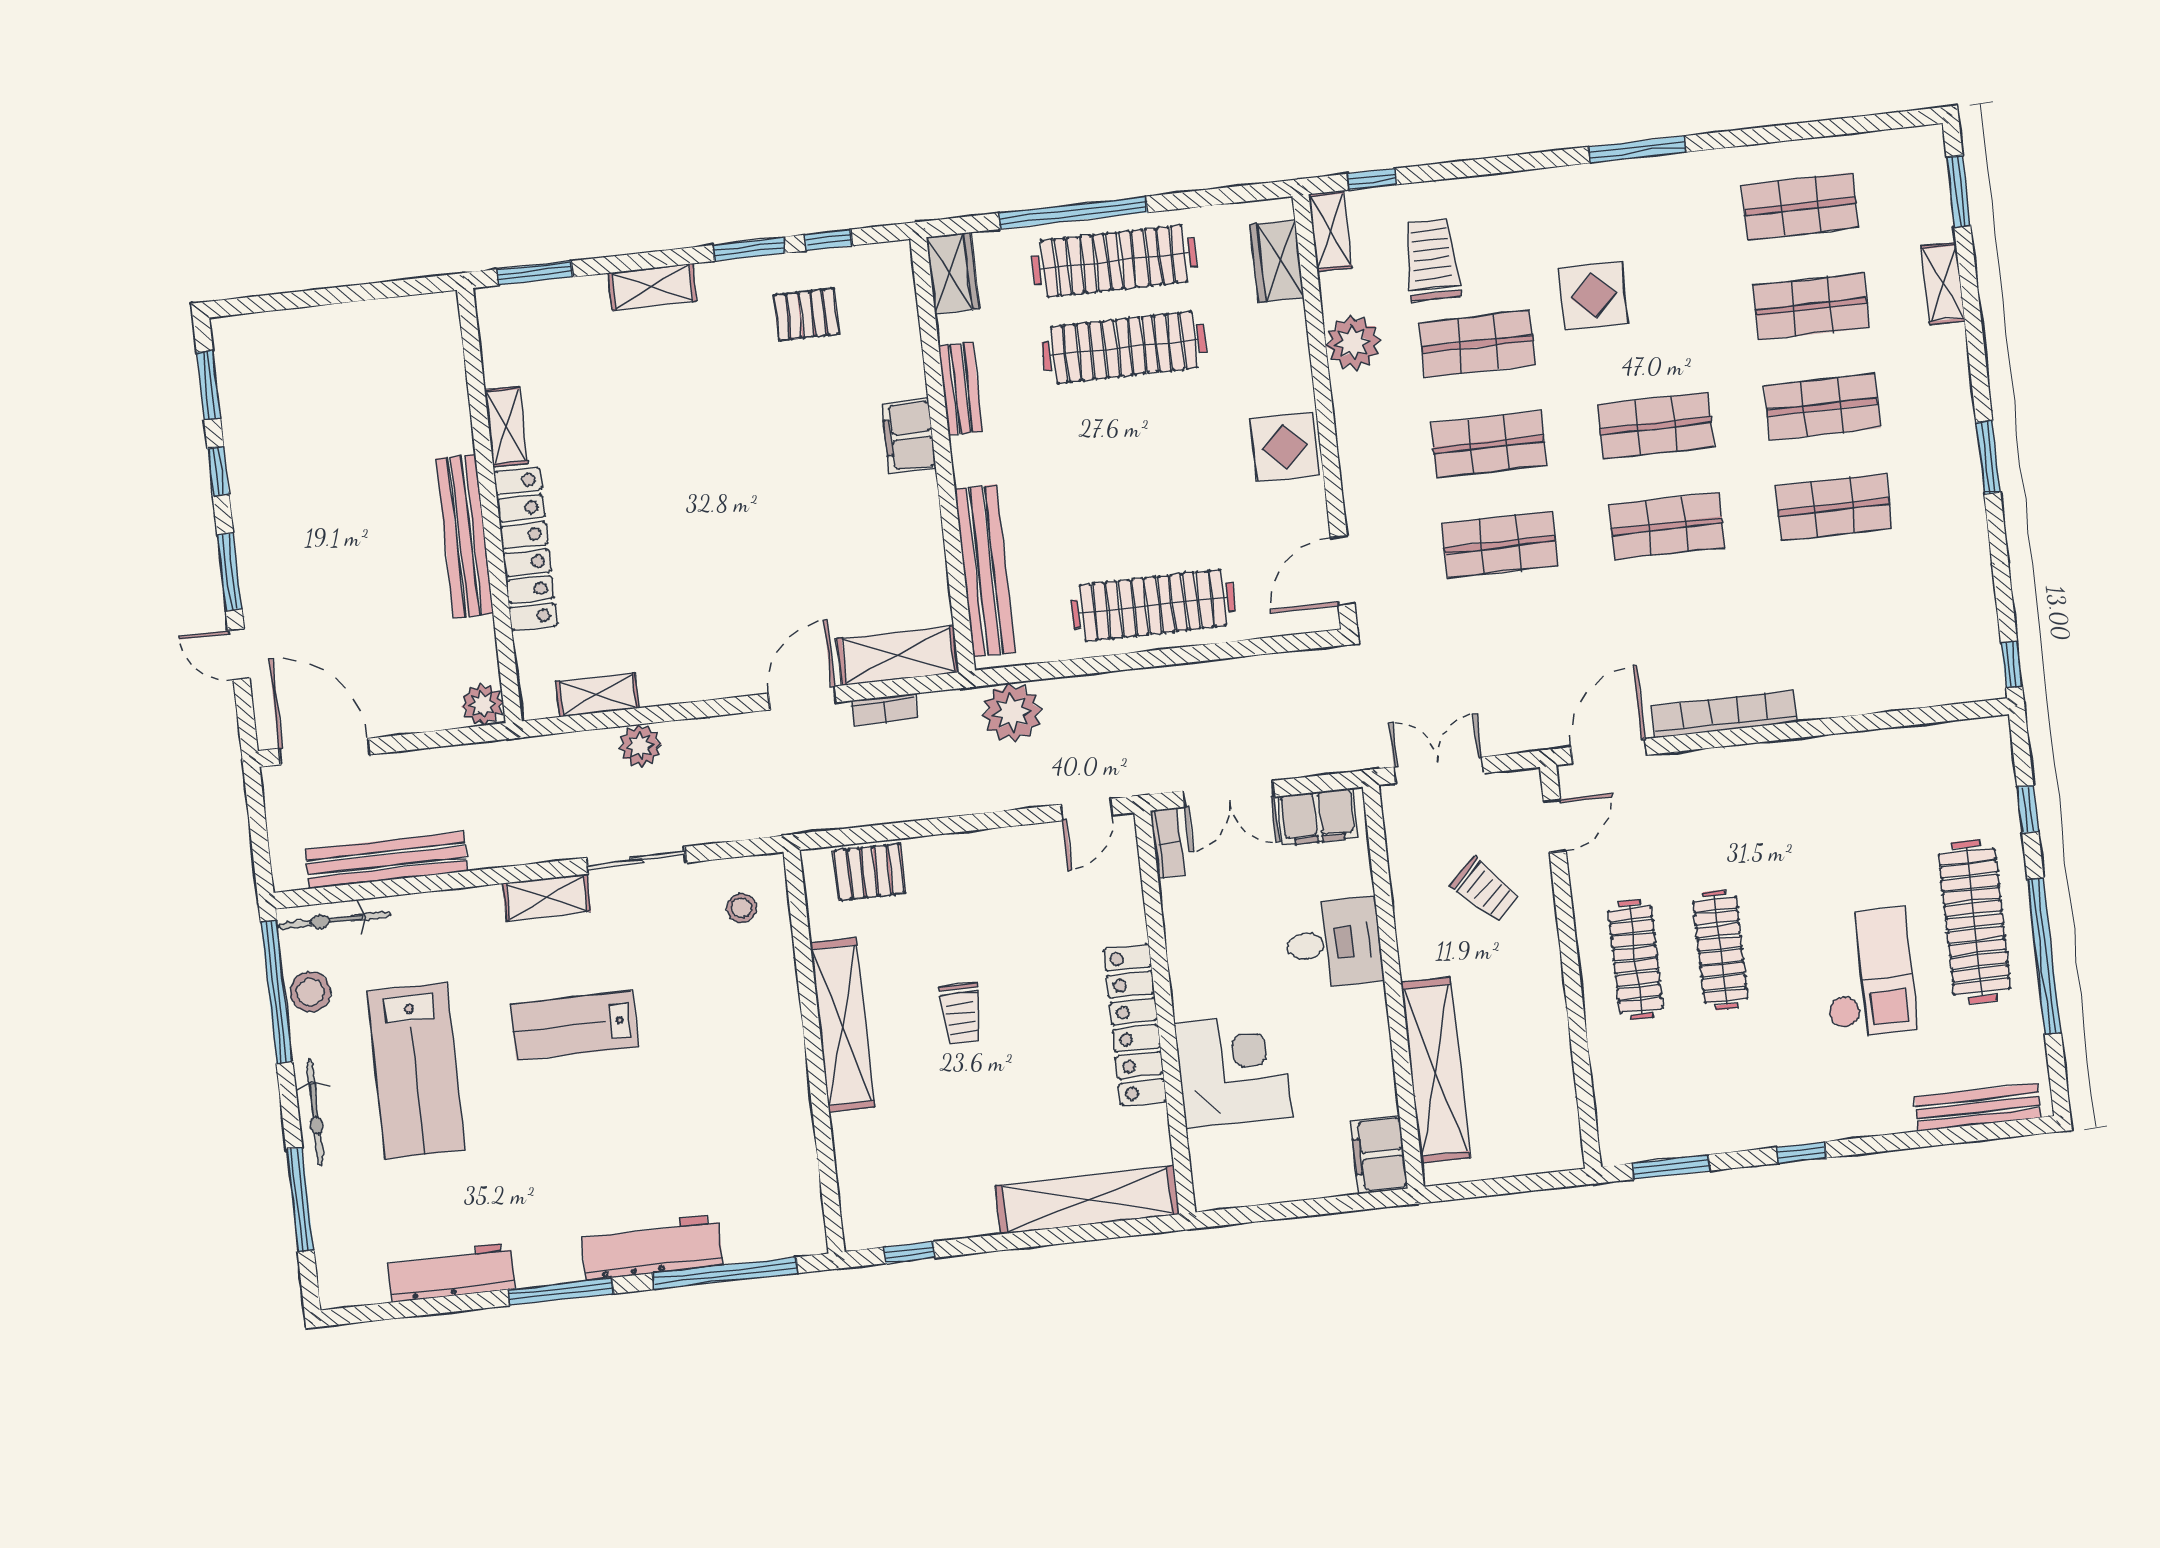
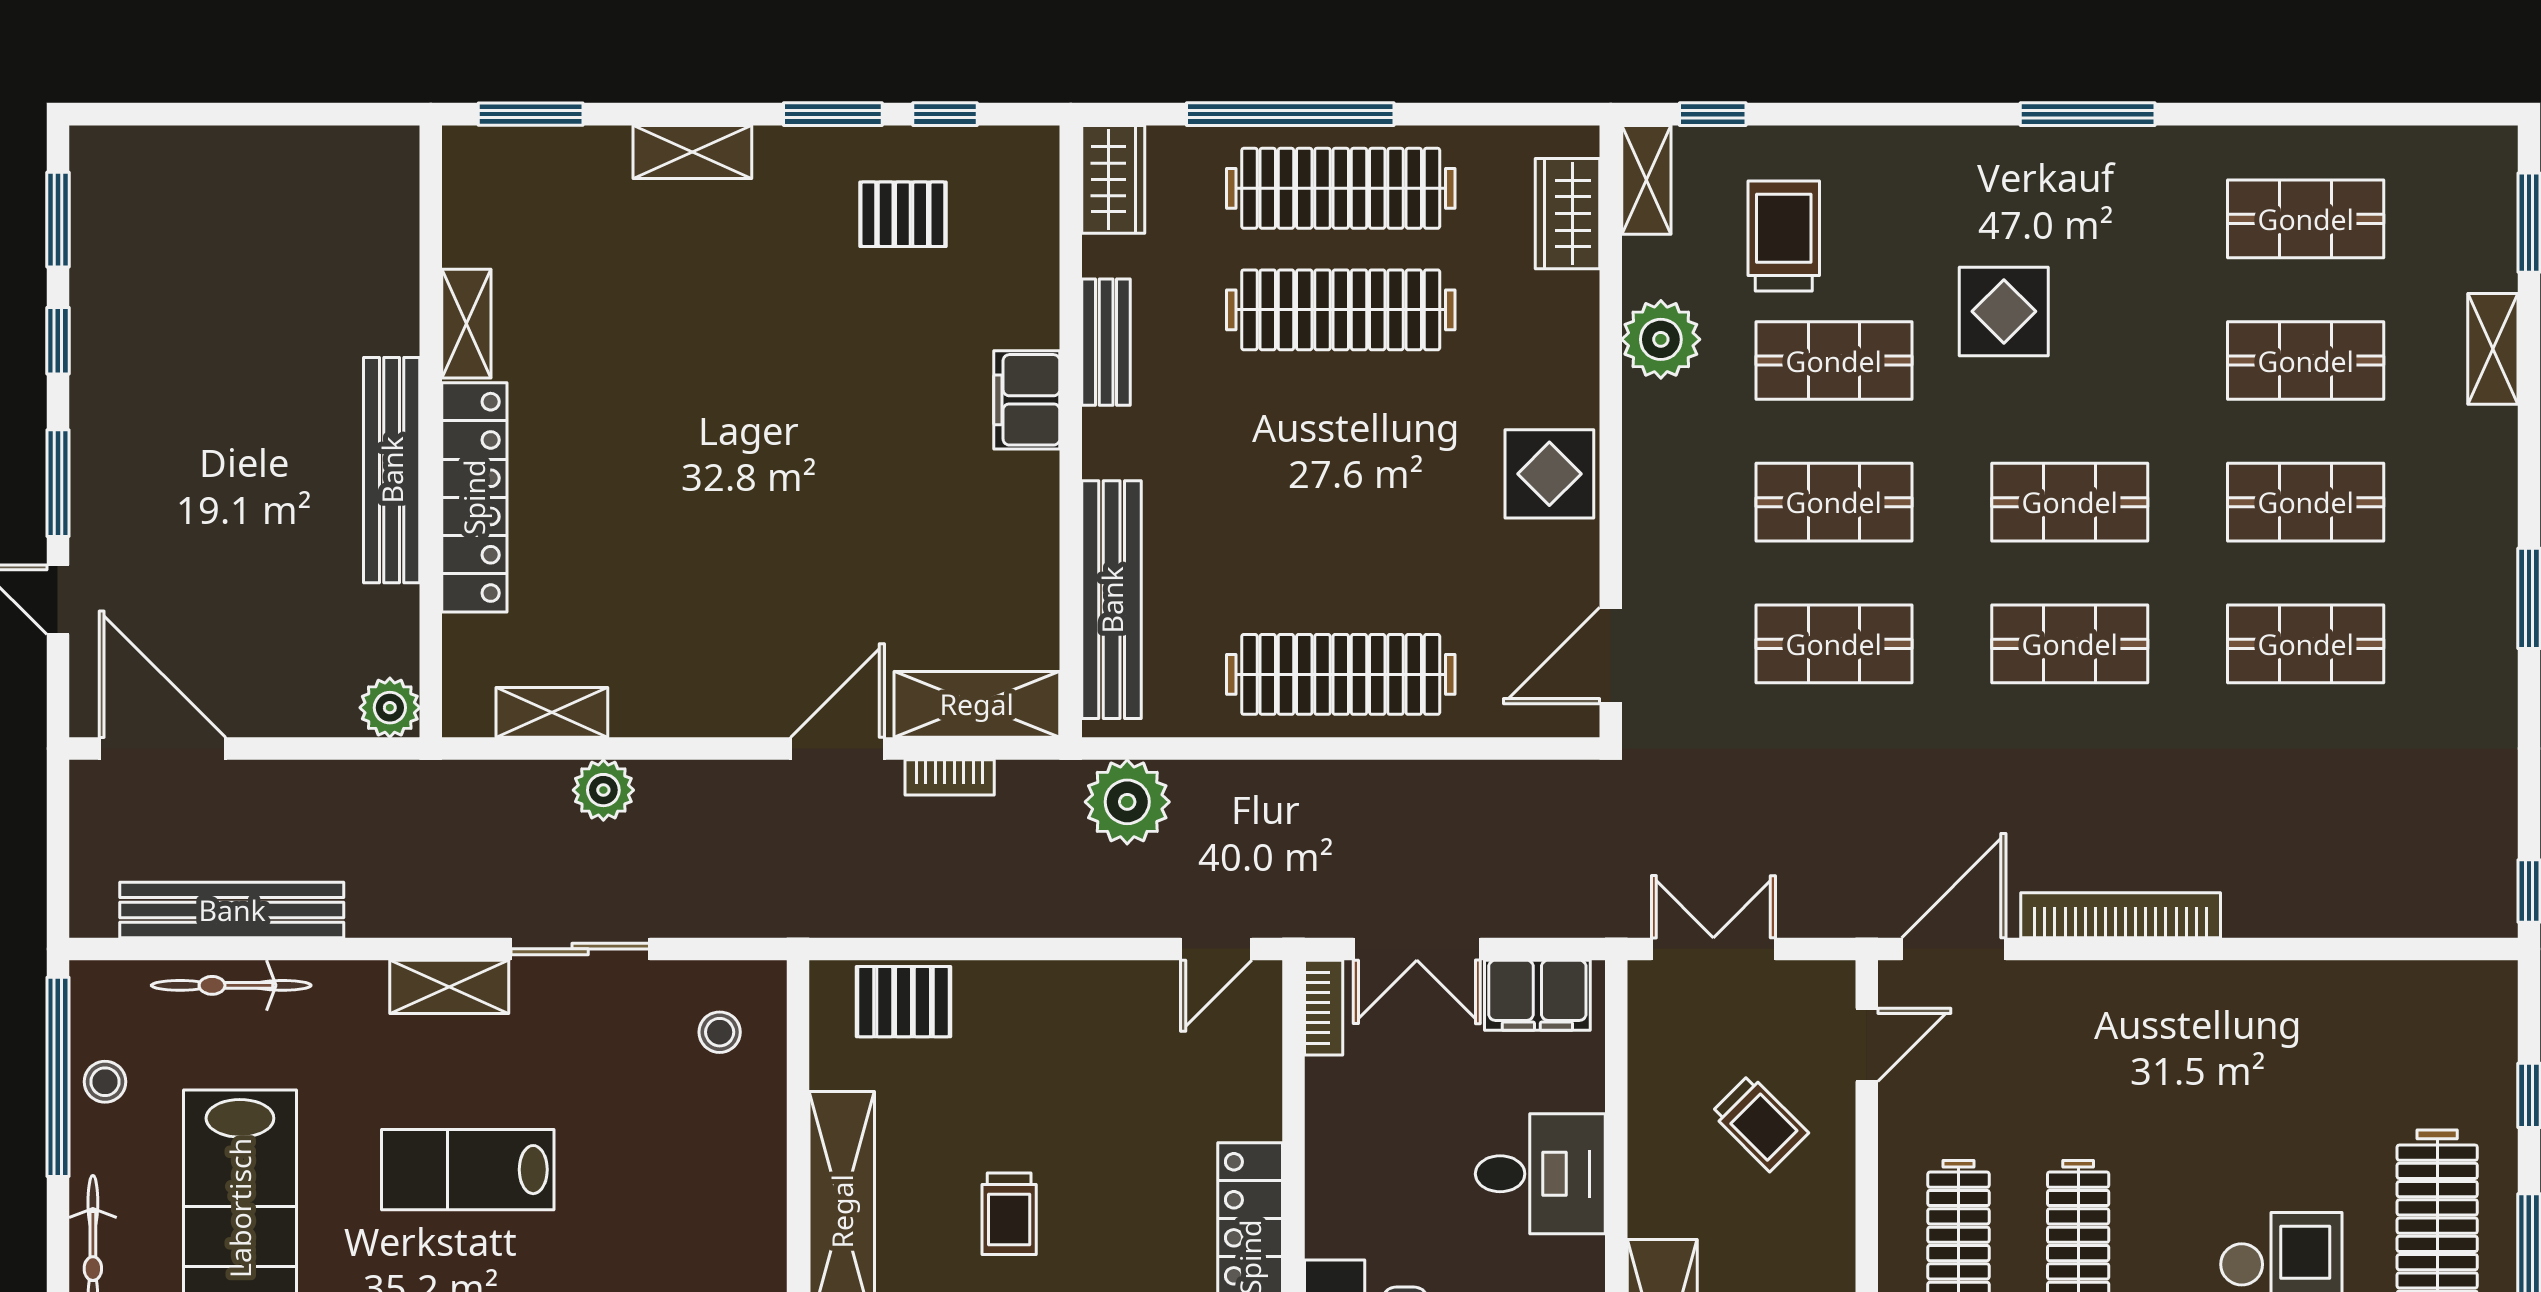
bicycle: (334, 920) -> (231, 985), moved
stool: (310, 992) -> (105, 1082), width x0.73, depth x0.73

